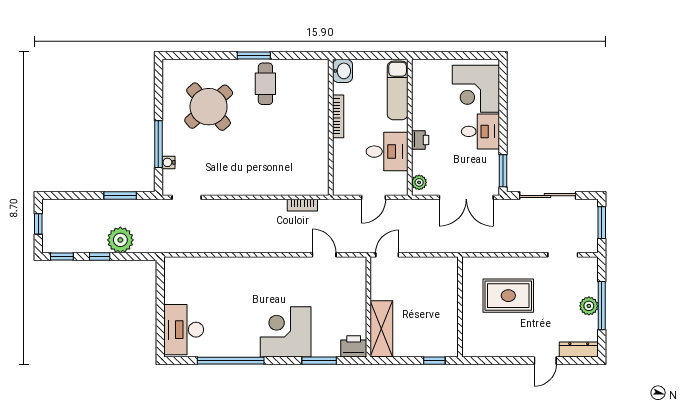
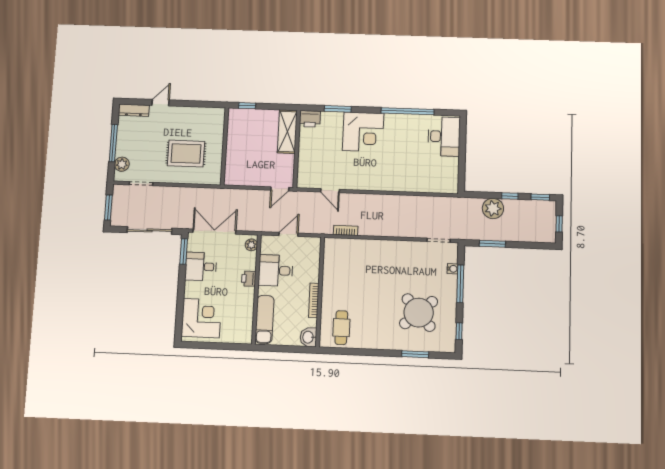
window: (254, 56) -> (415, 354), moved
cafe table: (265, 84) -> (341, 328), moved
window: (158, 86) -> (459, 331), added
desk: (480, 131) -> (201, 267), moved
plant: (589, 306) -> (122, 164), moved

